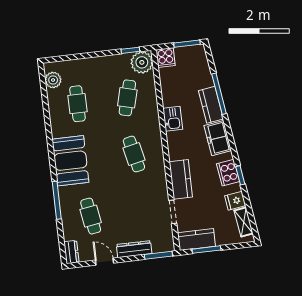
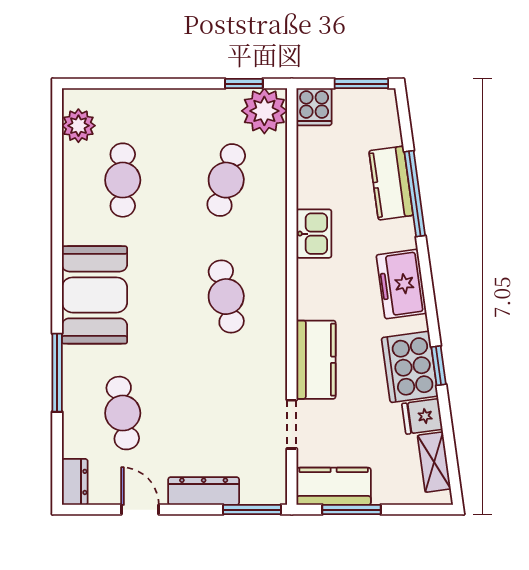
kitchen counter: (211, 105) -> (391, 183), moved
cooker: (228, 173) -> (410, 367), width x1.37, depth x1.31

